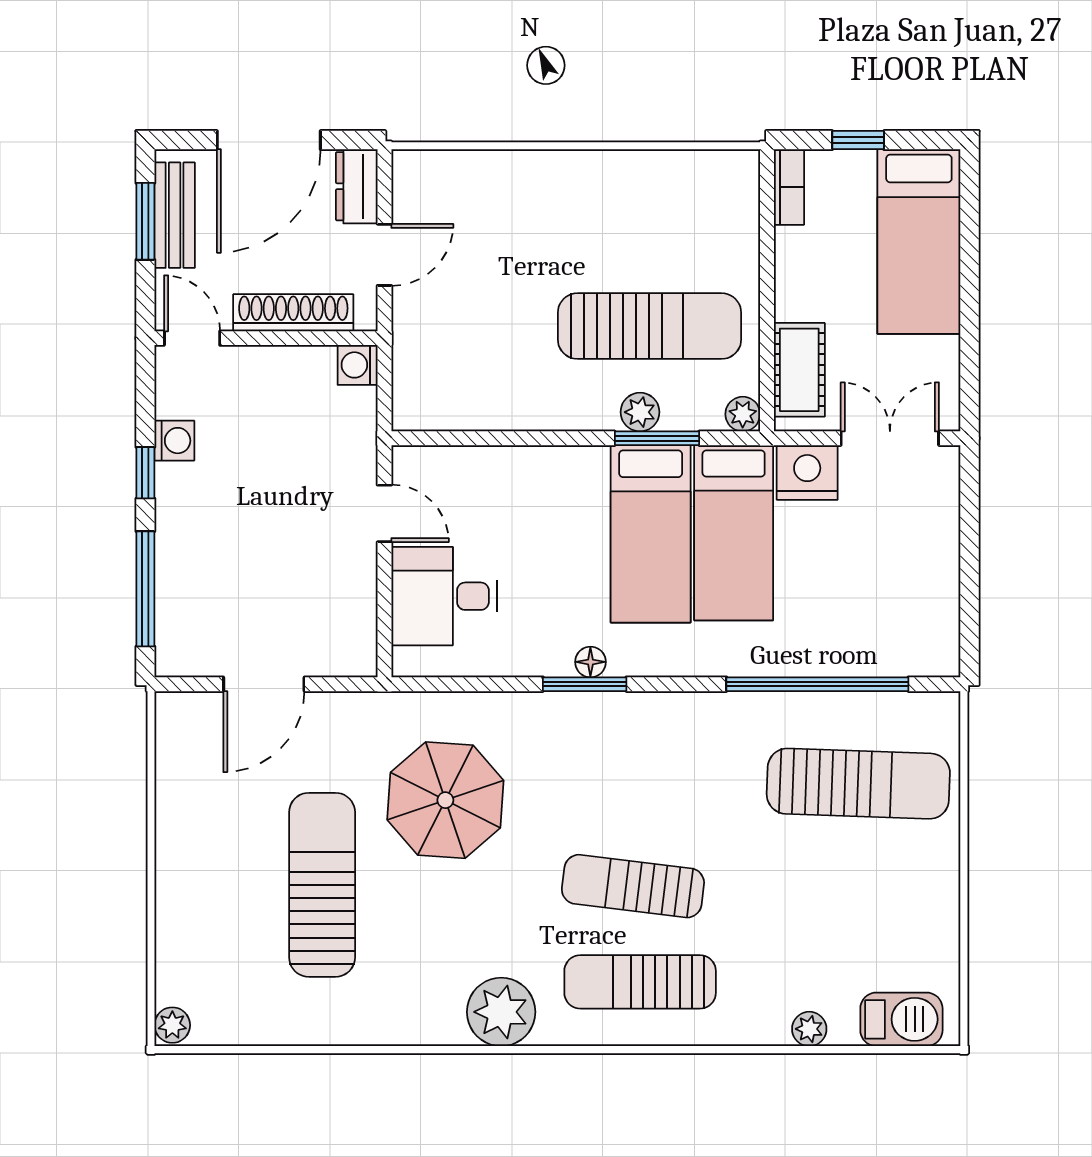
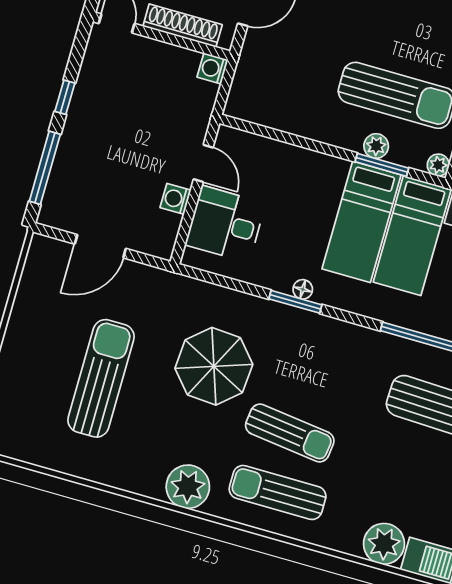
washing machine: (174, 441) -> (175, 199), moved, turned 180
parasol: (445, 800) -> (214, 366), moved
sun lounger: (633, 886) -> (290, 433), turned 180
plant: (809, 1029) -> (384, 544), width x1.88, depth x1.88

